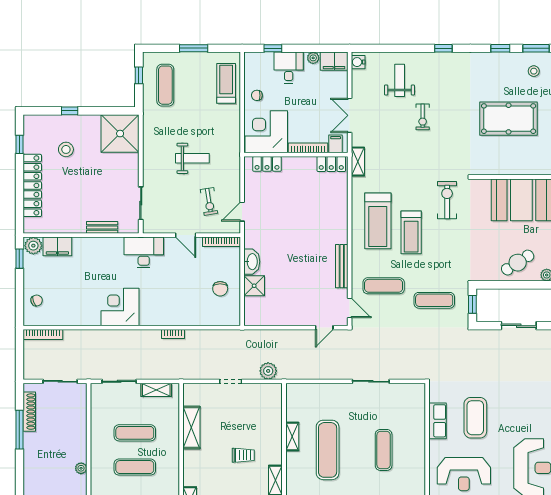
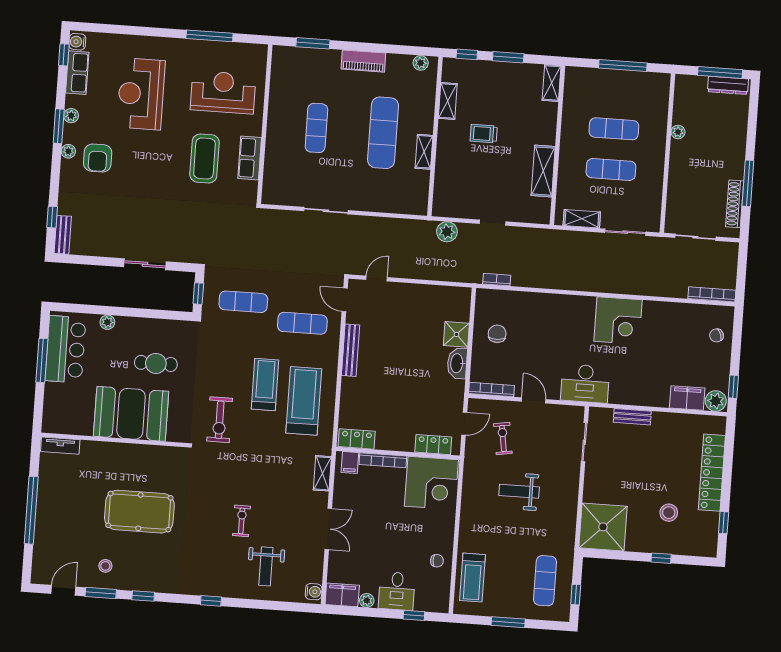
corner desk: (266, 132) -> (431, 483), moved
filing cabinet: (336, 144) -> (350, 462), moved
bookcase: (308, 148) -> (383, 460), moved
wall: (296, 155) -> (398, 453), moved
locker: (267, 164) -> (433, 445), moved
locker: (331, 164) -> (357, 439), moved
cafe table: (518, 263) -> (156, 363), moved, turned 33
bookcase: (173, 334) -> (497, 280), moved

